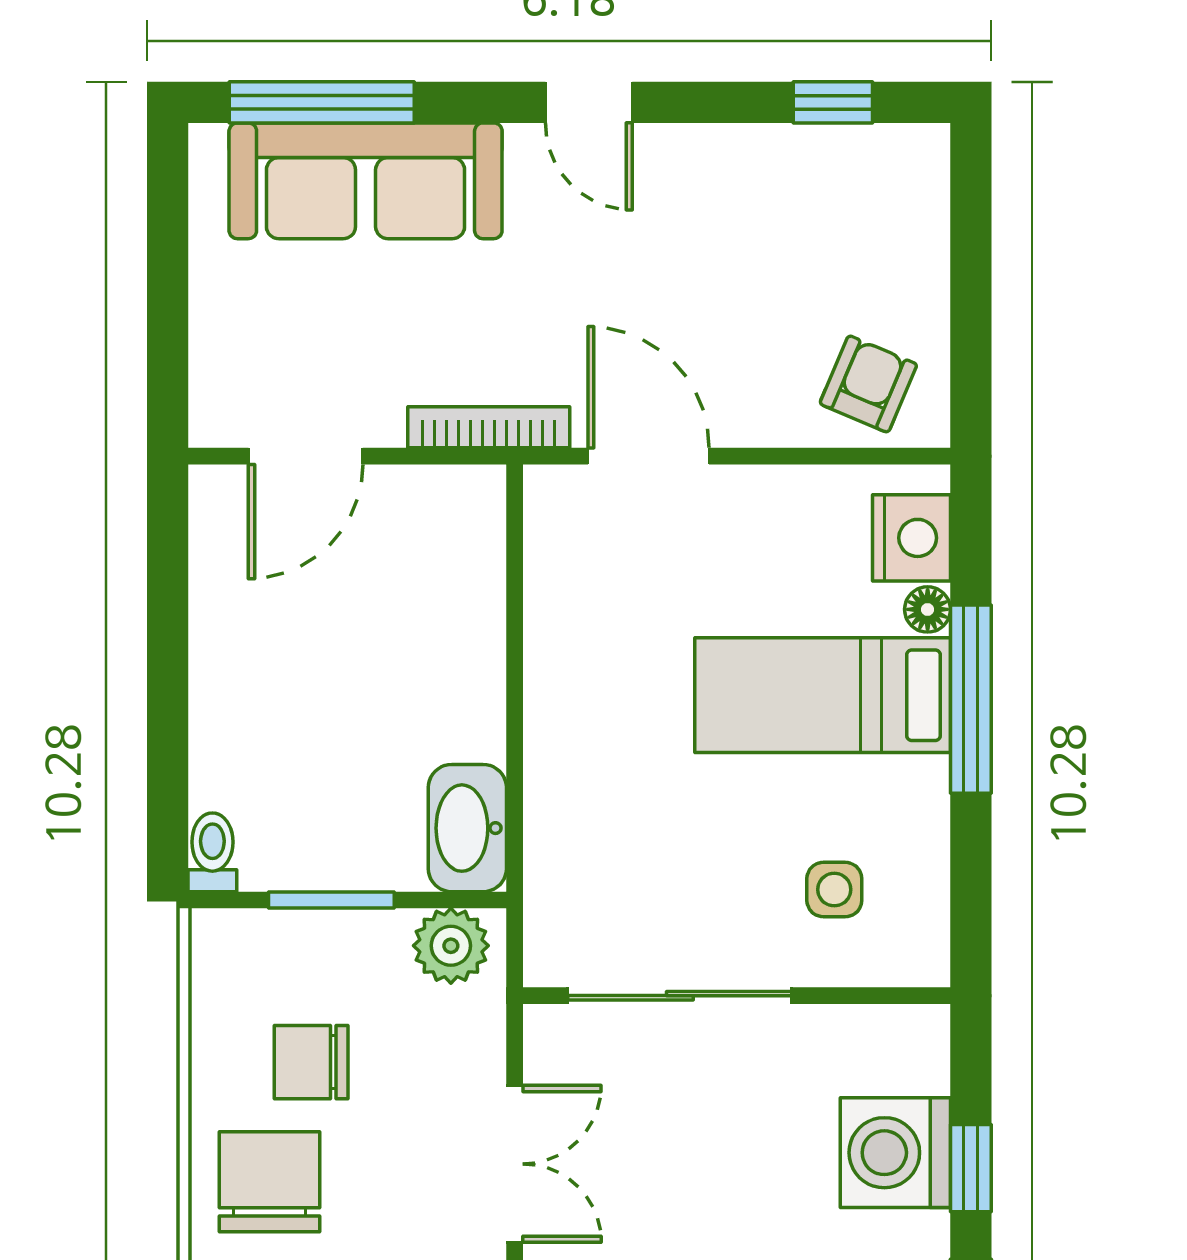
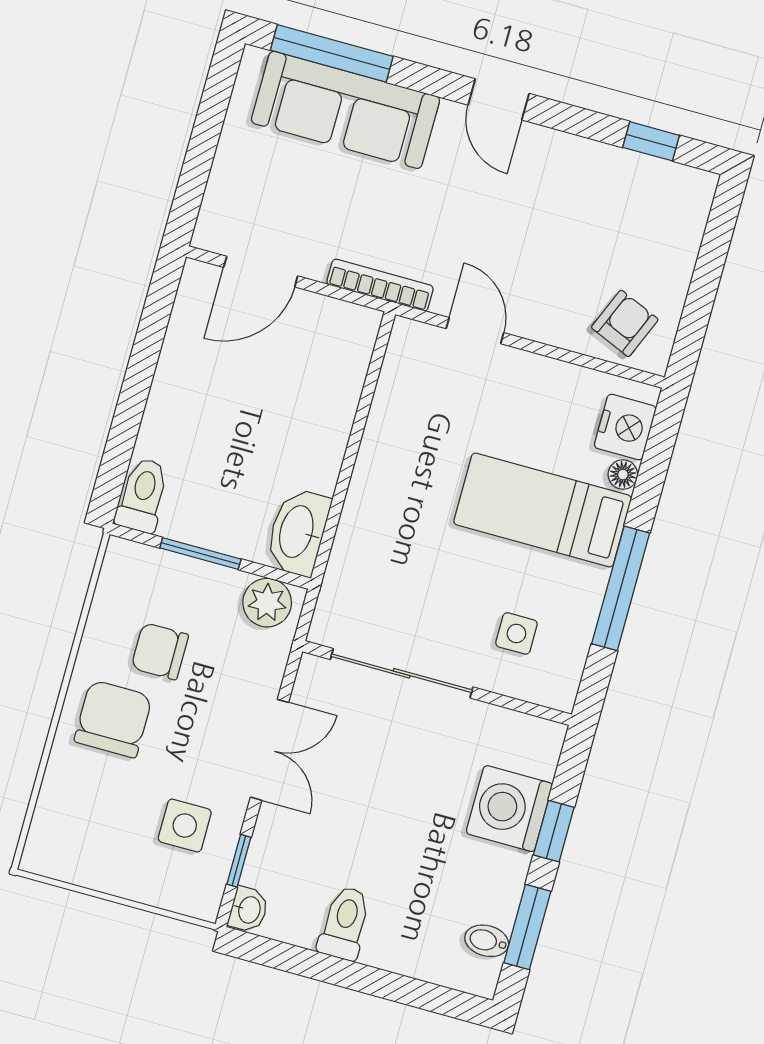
door: (649, 456) -> (475, 331), width x0.73
window: (971, 699) -> (621, 588), moved
toilet: (212, 852) -> (142, 495), width x1.37, depth x1.39

